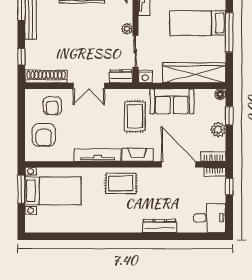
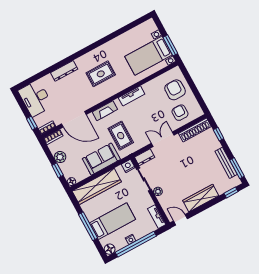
tv unit: (98, 155) -> (132, 96), width x0.71
rug: (121, 183) -> (101, 74), moved
desk: (210, 218) -> (35, 98), width x1.37

